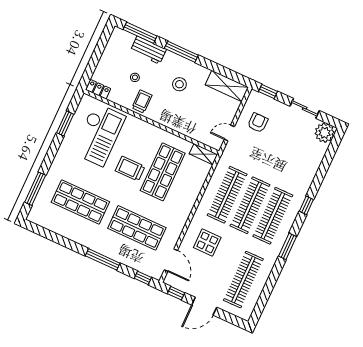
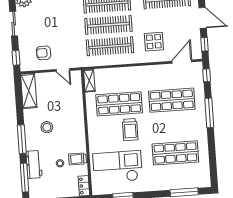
trolley: (142, 102) -> (77, 159), moved
shop shelf: (80, 202) -> (175, 153), turned 90
shop shelf: (137, 228) -> (172, 100), turned 90

